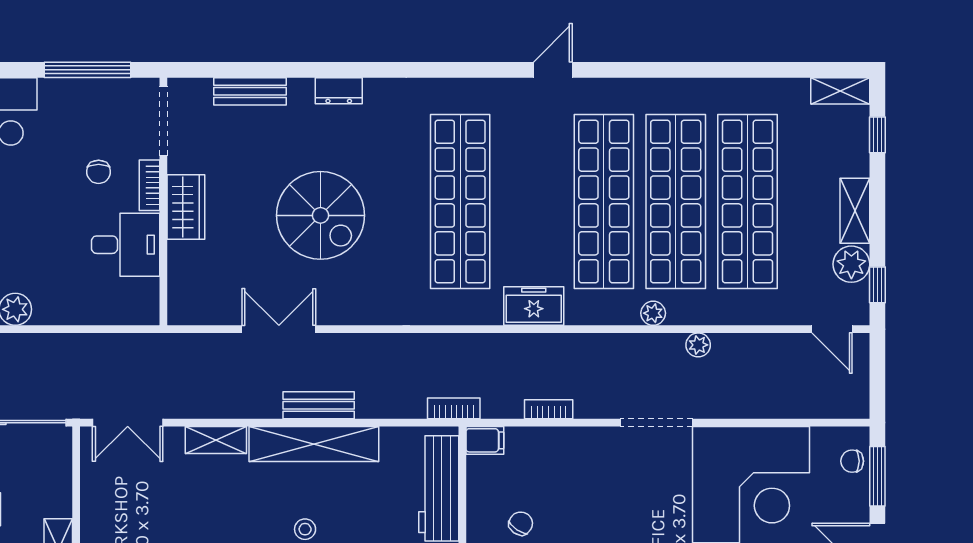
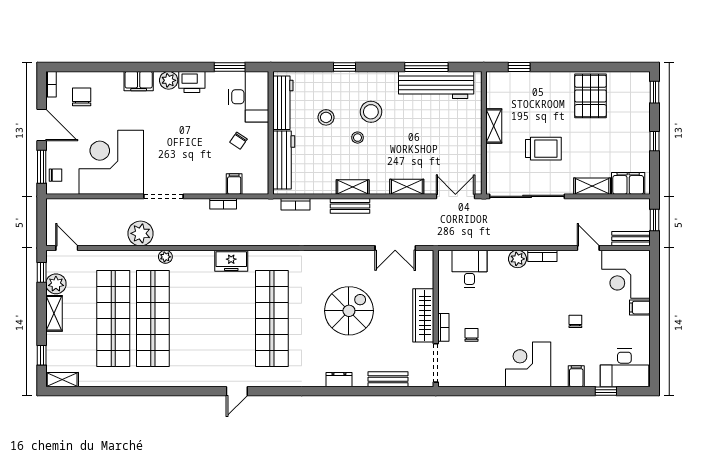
window: (88, 70) -> (478, 391), removed
door: (553, 70) -> (237, 391), moved
shop shelf: (604, 201) -> (193, 318), removed
wardrobe: (186, 207) -> (423, 315), width x1.50
spiral stairs: (320, 215) -> (349, 311), turned 90
desk: (126, 245) -> (469, 269), moved, turned 90
double door: (279, 329) -> (395, 248), moved
plant: (698, 345) -> (141, 233), width x1.87, depth x1.87
bookcase: (454, 408) -> (296, 204), moved
filing cabinet: (485, 440) -> (234, 184), moved, turned 90
shelving: (314, 444) -> (353, 187), width x0.45, depth x0.75

